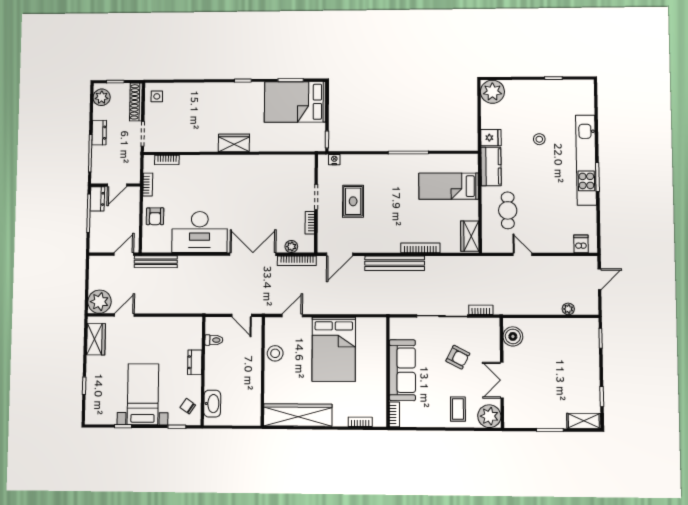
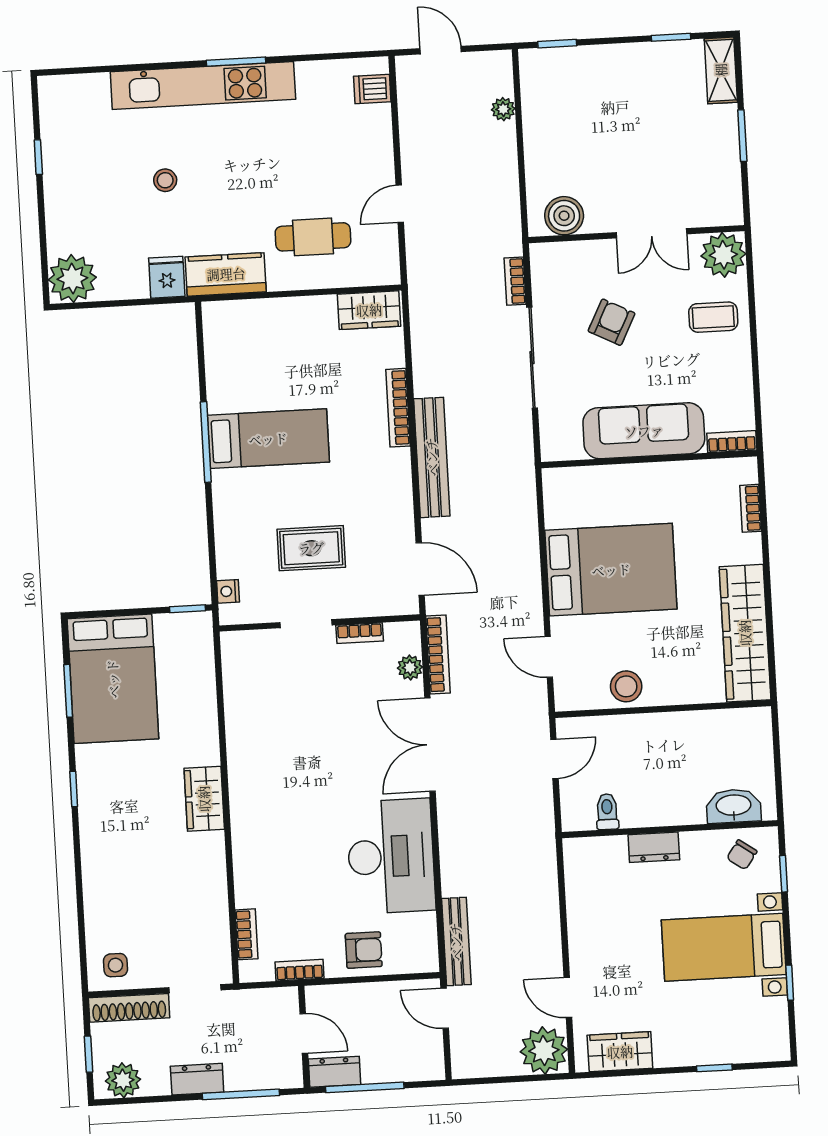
bed: (449, 186) -> (268, 439), moved, turned -90

